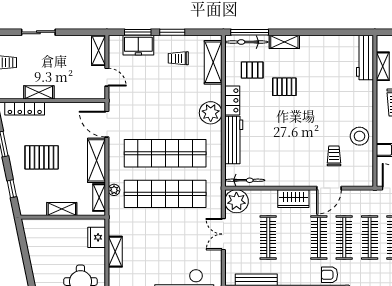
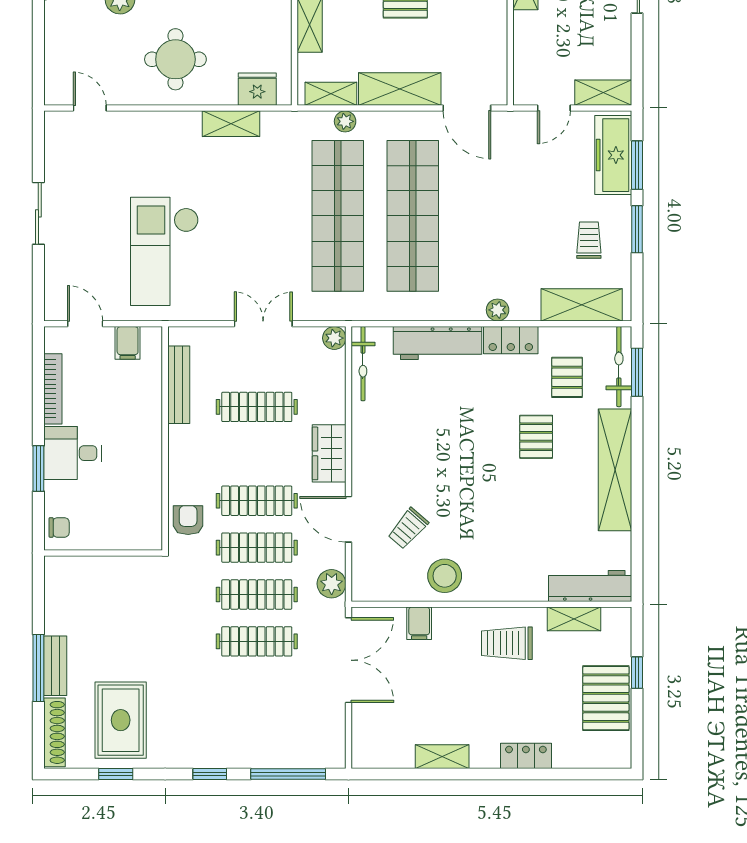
window: (250, 32) -> (637, 372), width x0.69
shelving: (284, 42) -> (615, 470), width x2.20, depth x1.33
freezer: (138, 45) -> (613, 155), width x1.40
plant: (211, 113) -> (498, 310), width x0.53, depth x0.53
door: (107, 124) -> (467, 108), swing flipped
trolley: (334, 156) -> (408, 528), turned 131
plant: (364, 197) -> (332, 584), added
plant: (236, 201) -> (334, 338), width x0.53, depth x0.53

